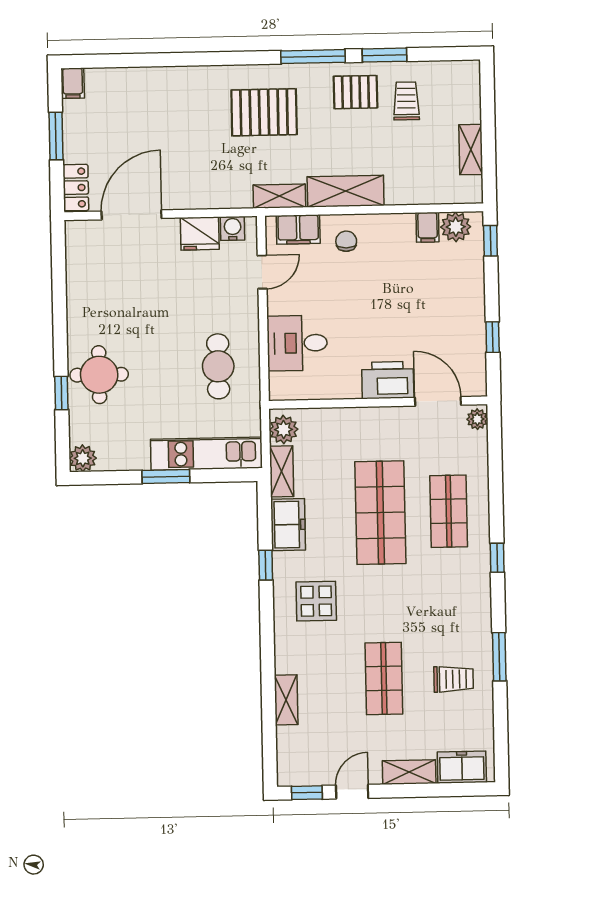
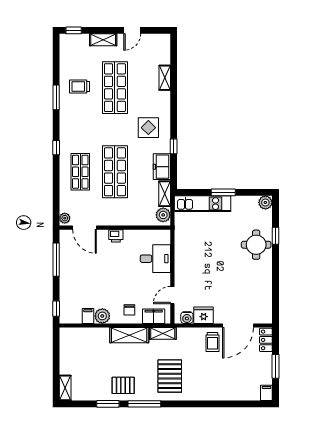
trolley: (406, 101) -> (213, 342), moved
pallet: (264, 112) -> (170, 376), turned 90
shelving: (471, 150) -> (65, 388), moved
plant: (456, 227) -> (102, 316), moved
window: (493, 337) -> (56, 260), width x2.17
cafe table: (218, 366) -> (196, 248), removed
printer: (388, 380) -> (116, 236), width x0.53, depth x0.68
shop shelf: (384, 678) -> (115, 88), width x1.43, depth x1.36
freezer: (462, 767) -> (76, 42), removed
window: (307, 793) -> (74, 30), moved

